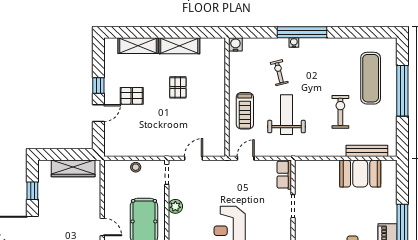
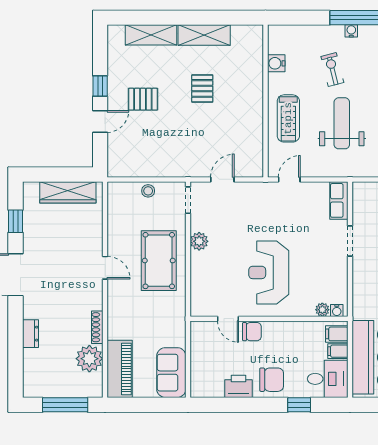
water cooler: (235, 44) -> (276, 63), moved, turned -90

